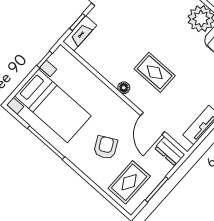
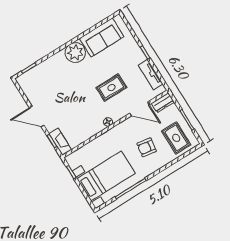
rug: (155, 72) -> (111, 88), moved
armchair: (106, 147) -> (147, 147), turned -53

